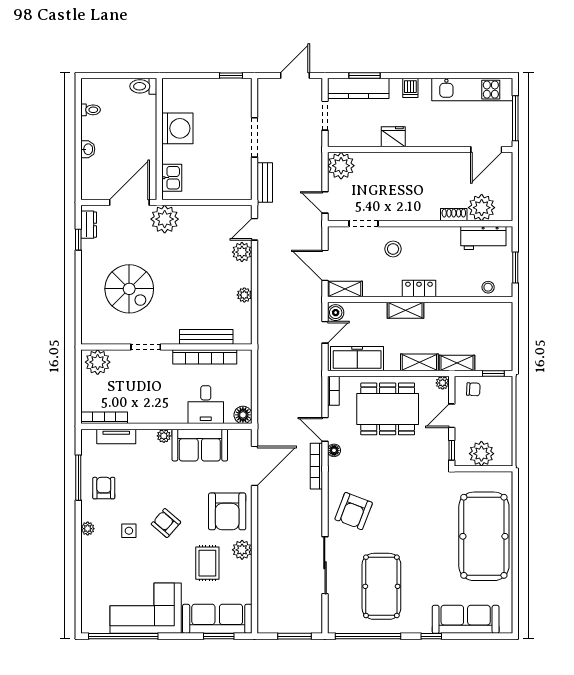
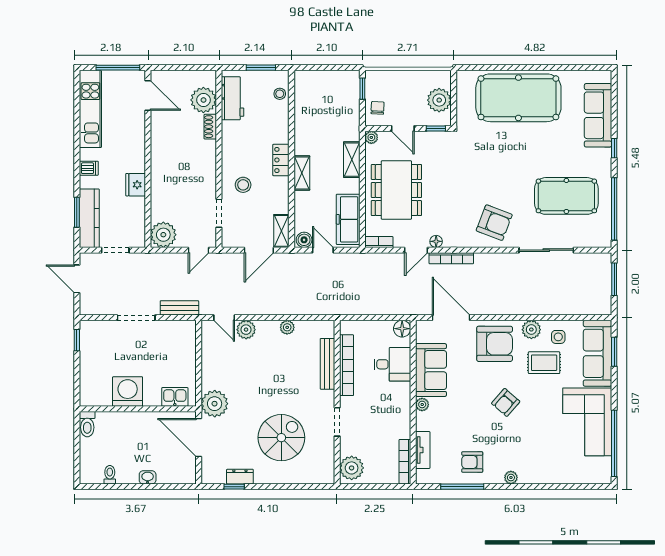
dresser: (89, 225) -> (240, 477), moved
shelving: (457, 363) -> (352, 124), removed
side table: (129, 531) -> (558, 337), moved

